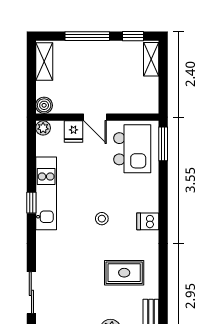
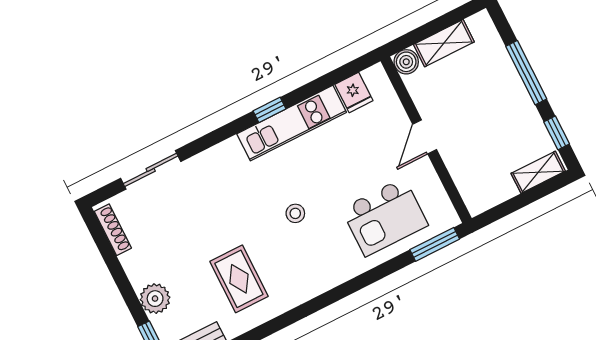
shelving: (44, 62) -> (444, 43), moved
plant: (43, 128) -> (376, 76), removed
fridge: (73, 131) -> (354, 92), moved, turned -90
kitchen island: (132, 149) -> (385, 217), moved
dishwasher: (148, 221) -> (322, 276), removed

